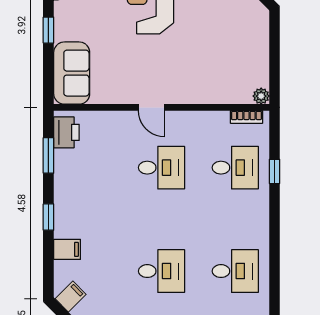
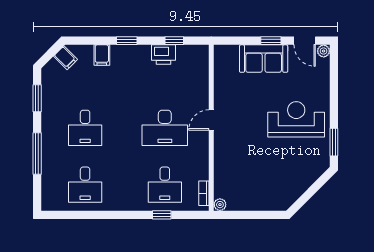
sofa: (72, 73) -> (264, 59), moved
printer: (66, 132) -> (164, 55), moved
window: (48, 155) -> (174, 41), width x0.67
desk: (161, 168) -> (165, 128), width x1.37

